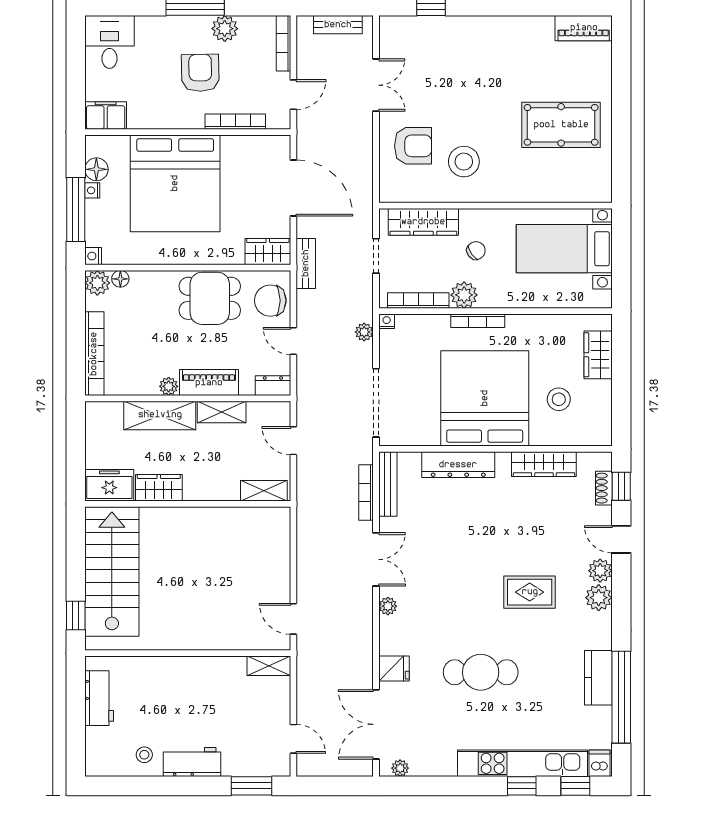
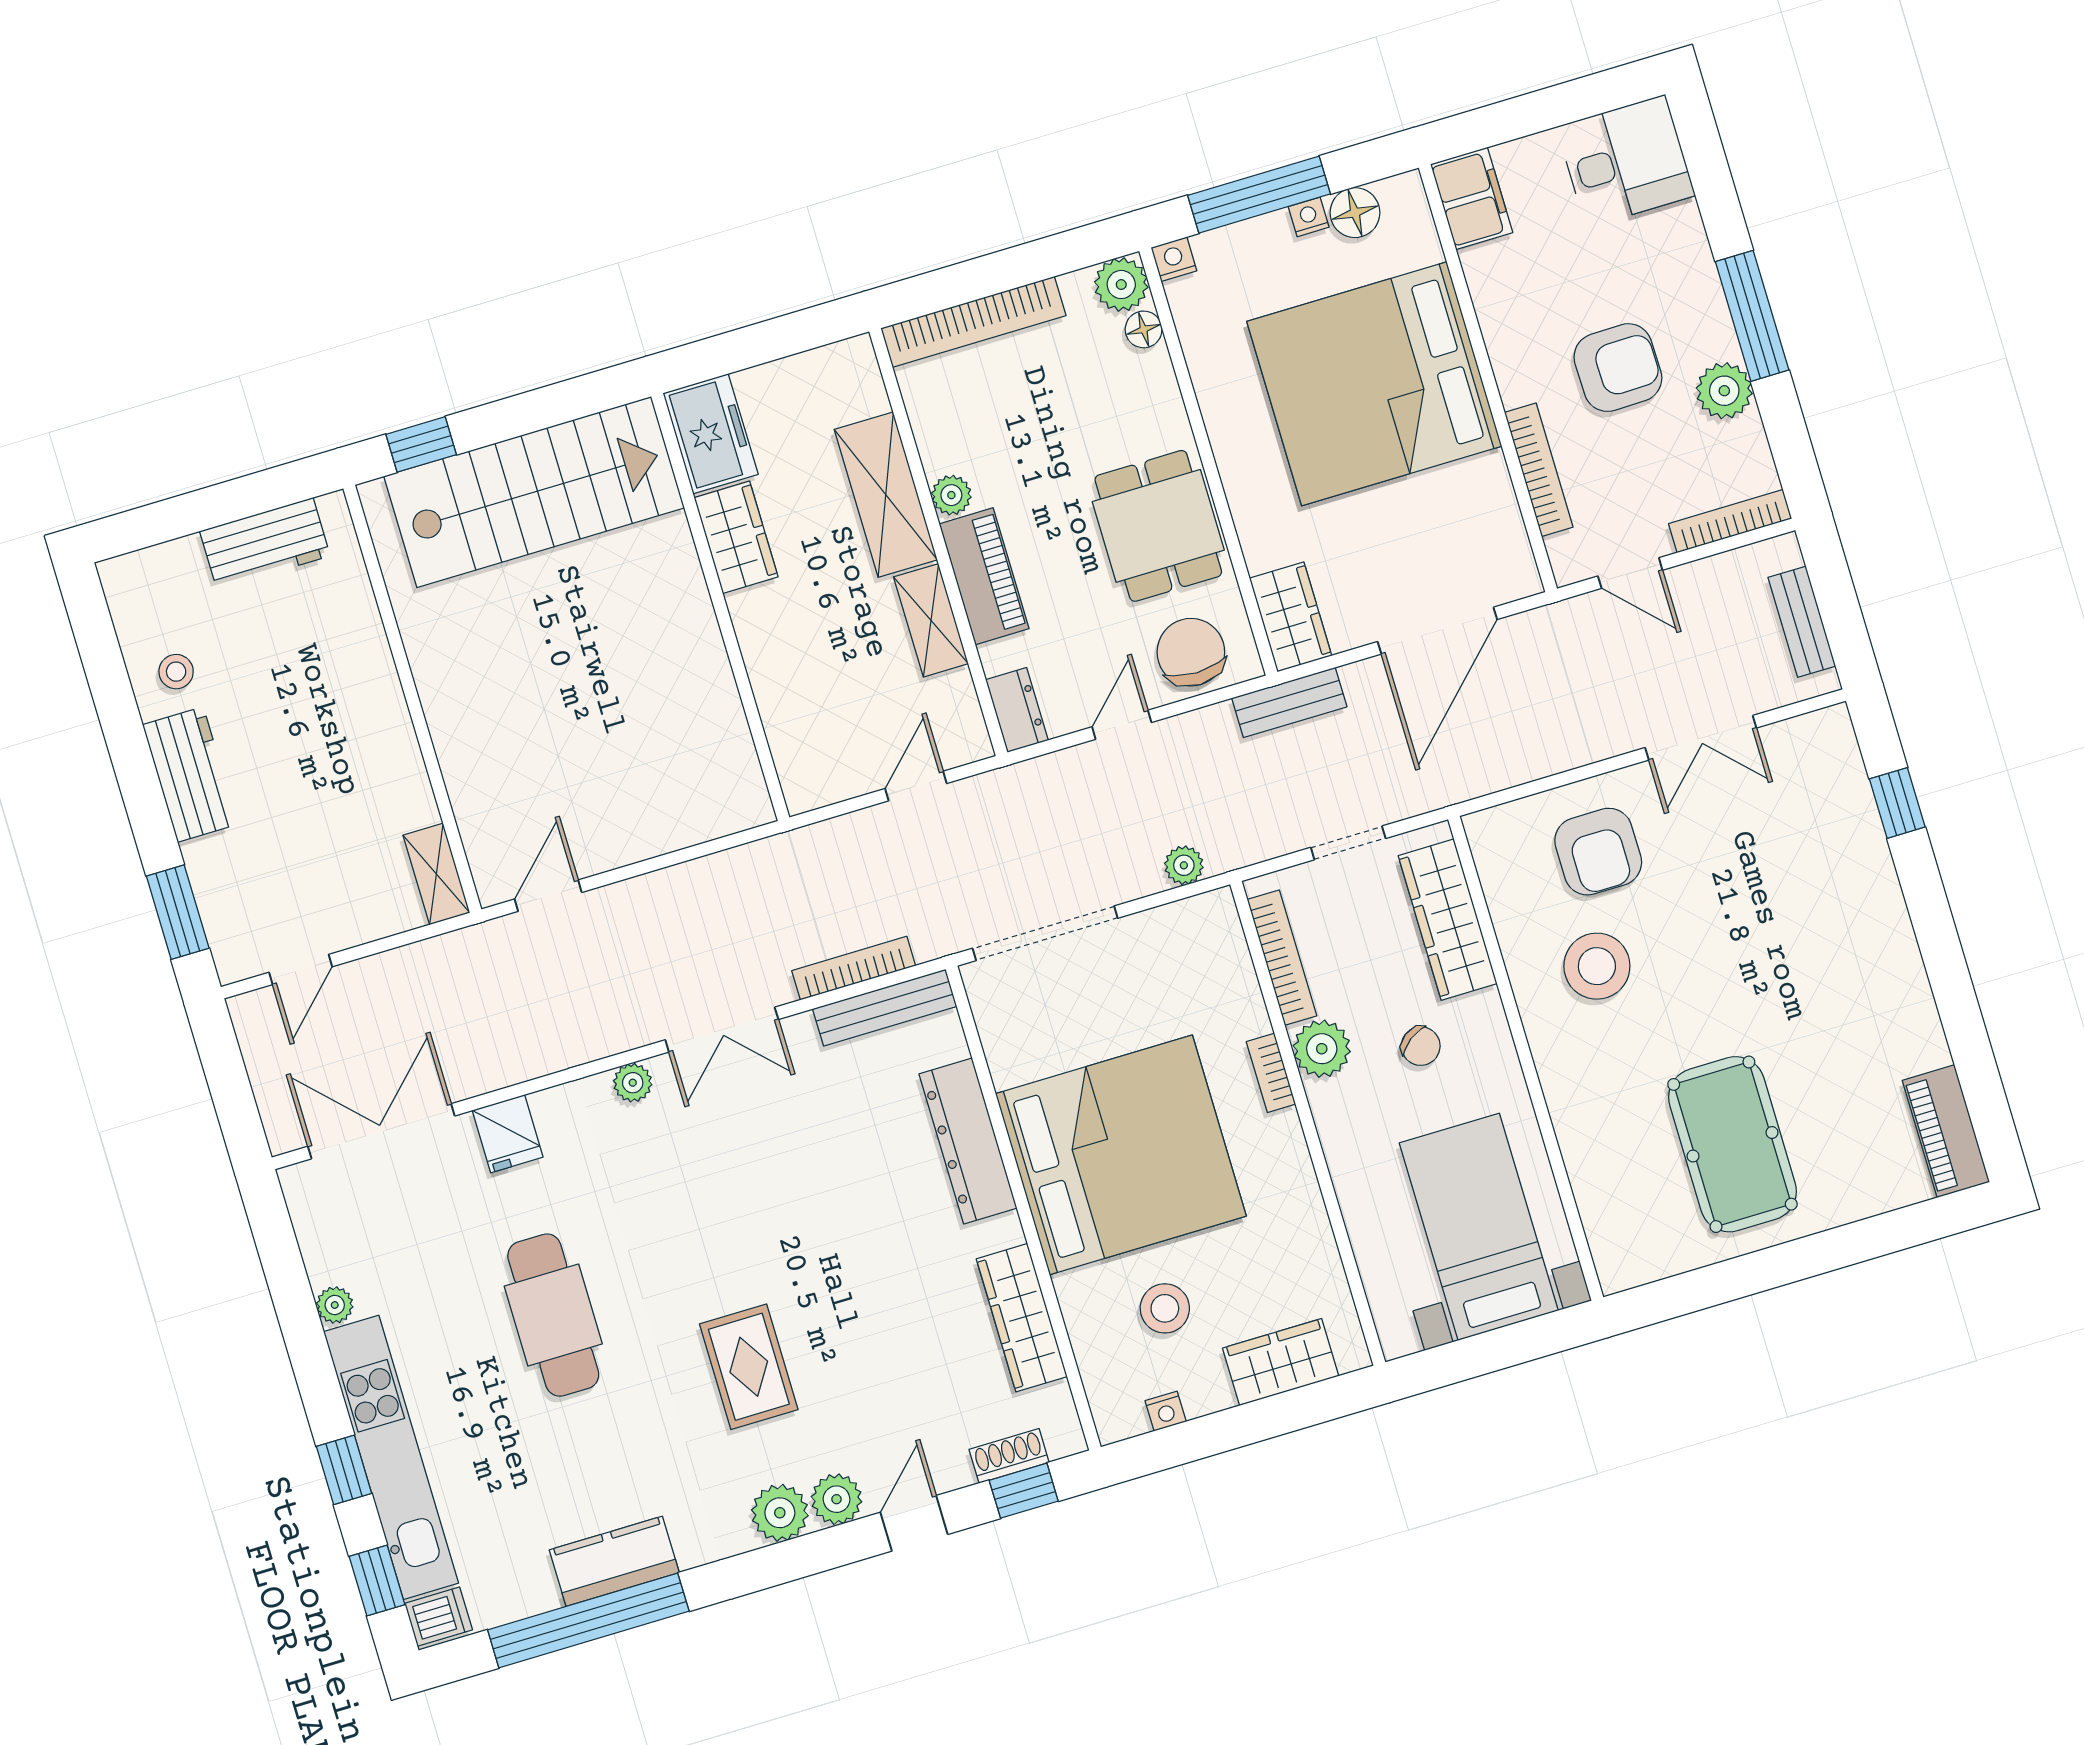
nightstand: (387, 321) -> (1166, 1411), moved, turned 90
bookcase: (478, 321) -> (1271, 1073), width x0.64
shelving: (264, 491) -> (794, 756), removed
plant: (400, 768) -> (335, 1305), moved

